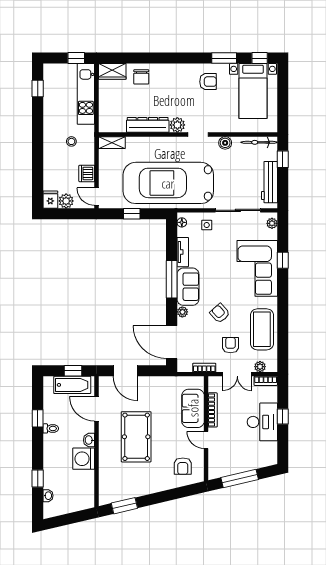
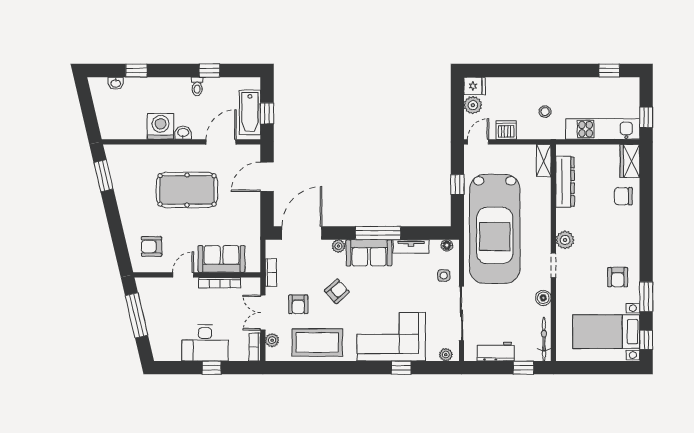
dresser: (148, 125) -> (565, 182), moved
workbench: (269, 182) -> (496, 352), width x0.73
car: (168, 183) -> (495, 229), turned 180
armchair: (230, 345) -> (298, 304), turned 90

